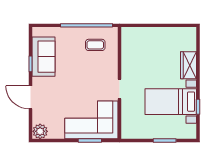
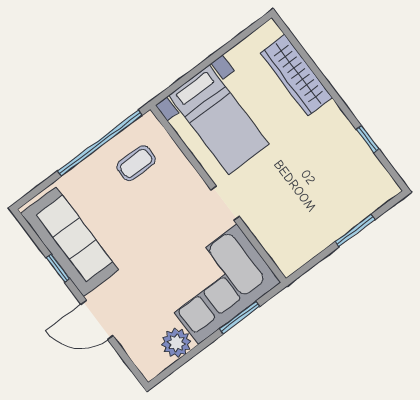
sofa: (44, 57) -> (70, 242), width x1.36
wardrobe: (189, 65) -> (296, 75), width x1.50
bed with nightstands: (171, 102) -> (219, 120), moved, turned -90
plant: (40, 131) -> (176, 343), moved

